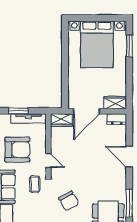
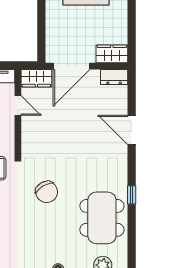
door: (48, 161) -> (18, 106), moved
window: (129, 203) -> (132, 195), width x0.46

